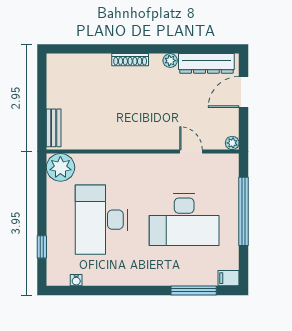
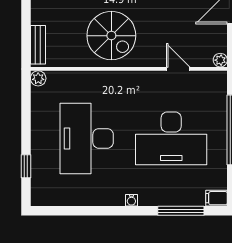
spiral stairs: (126, 119) -> (111, 36), added
plant: (60, 167) -> (38, 78), width x0.53, depth x0.53
water cooler: (76, 280) -> (131, 200), moved

